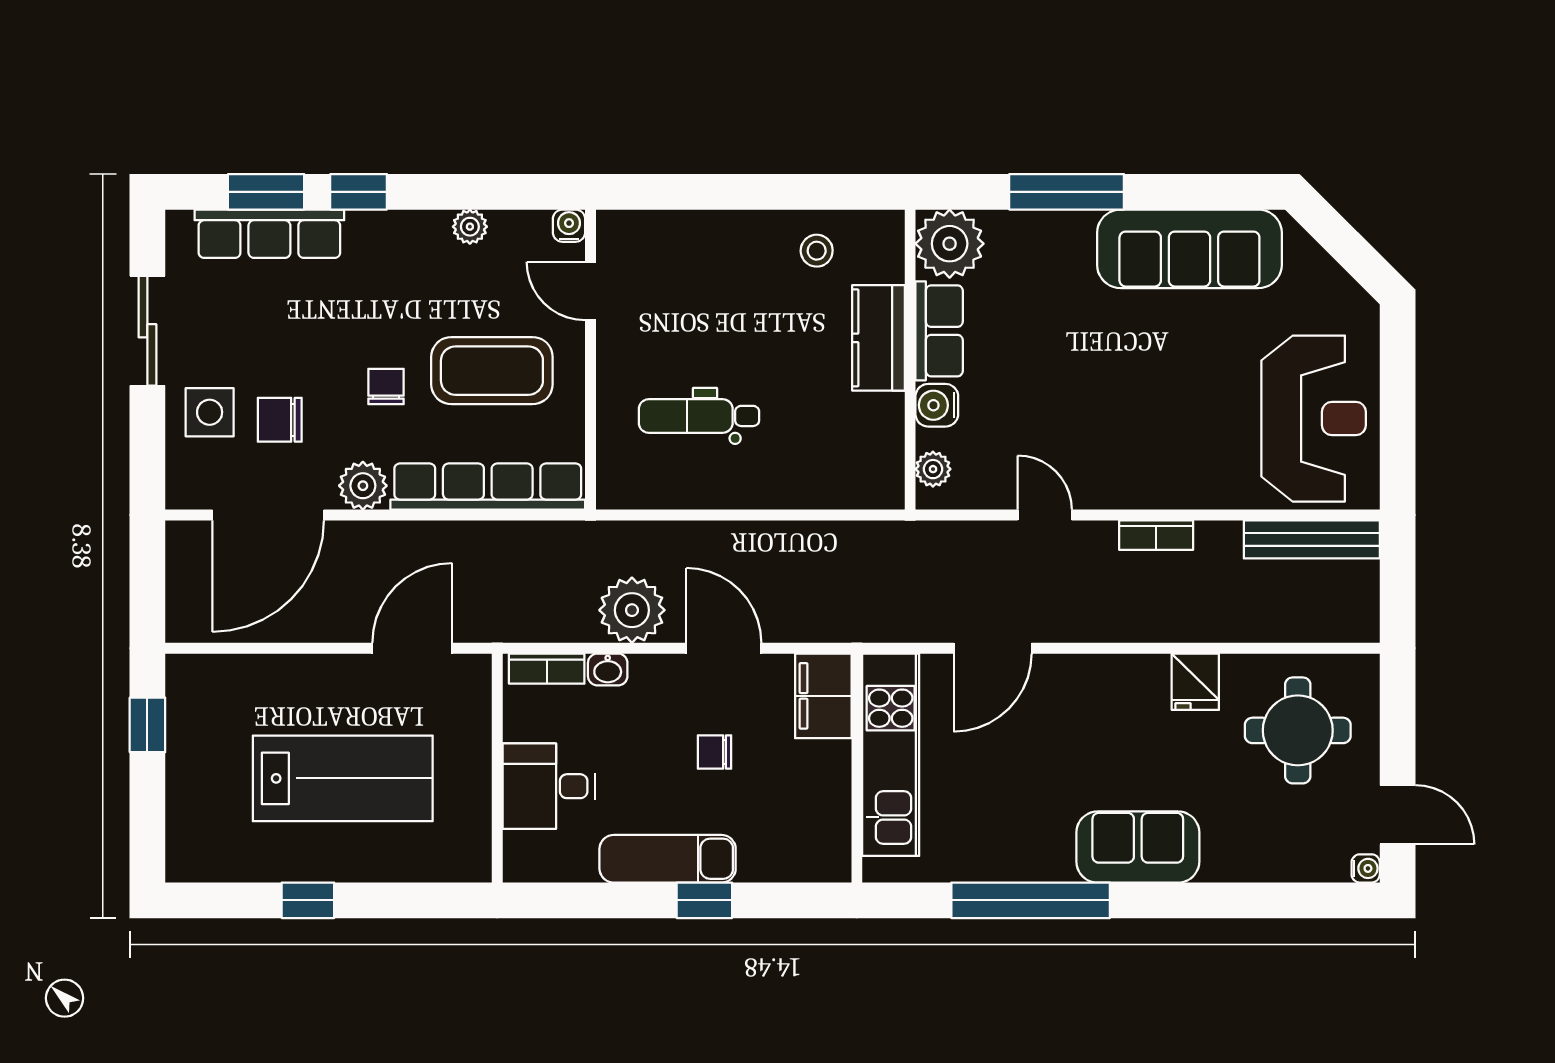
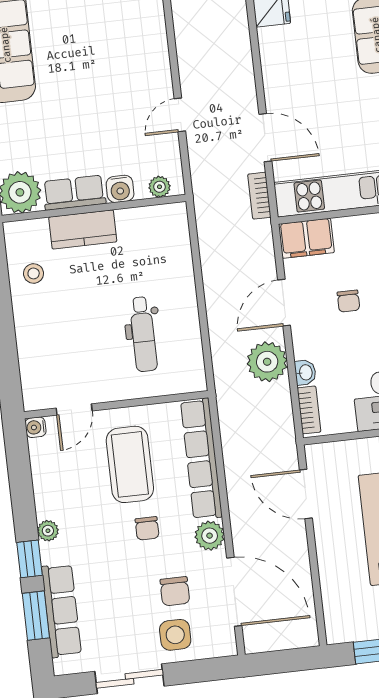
plant: (470, 227) -> (48, 531), moved
chair: (386, 387) -> (147, 528), turned -90
bookcase: (1156, 535) -> (259, 196), moved, turned 180

